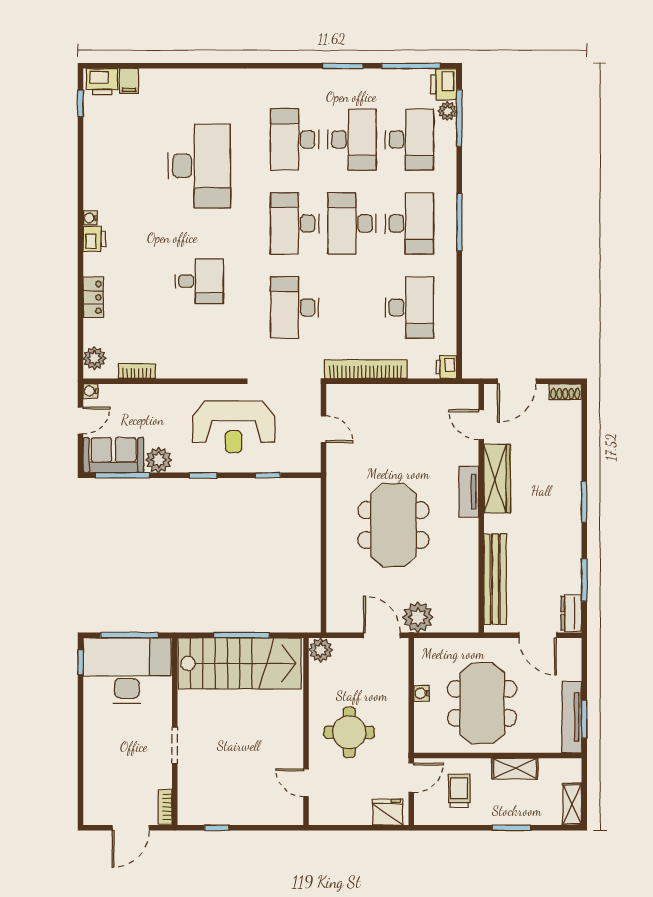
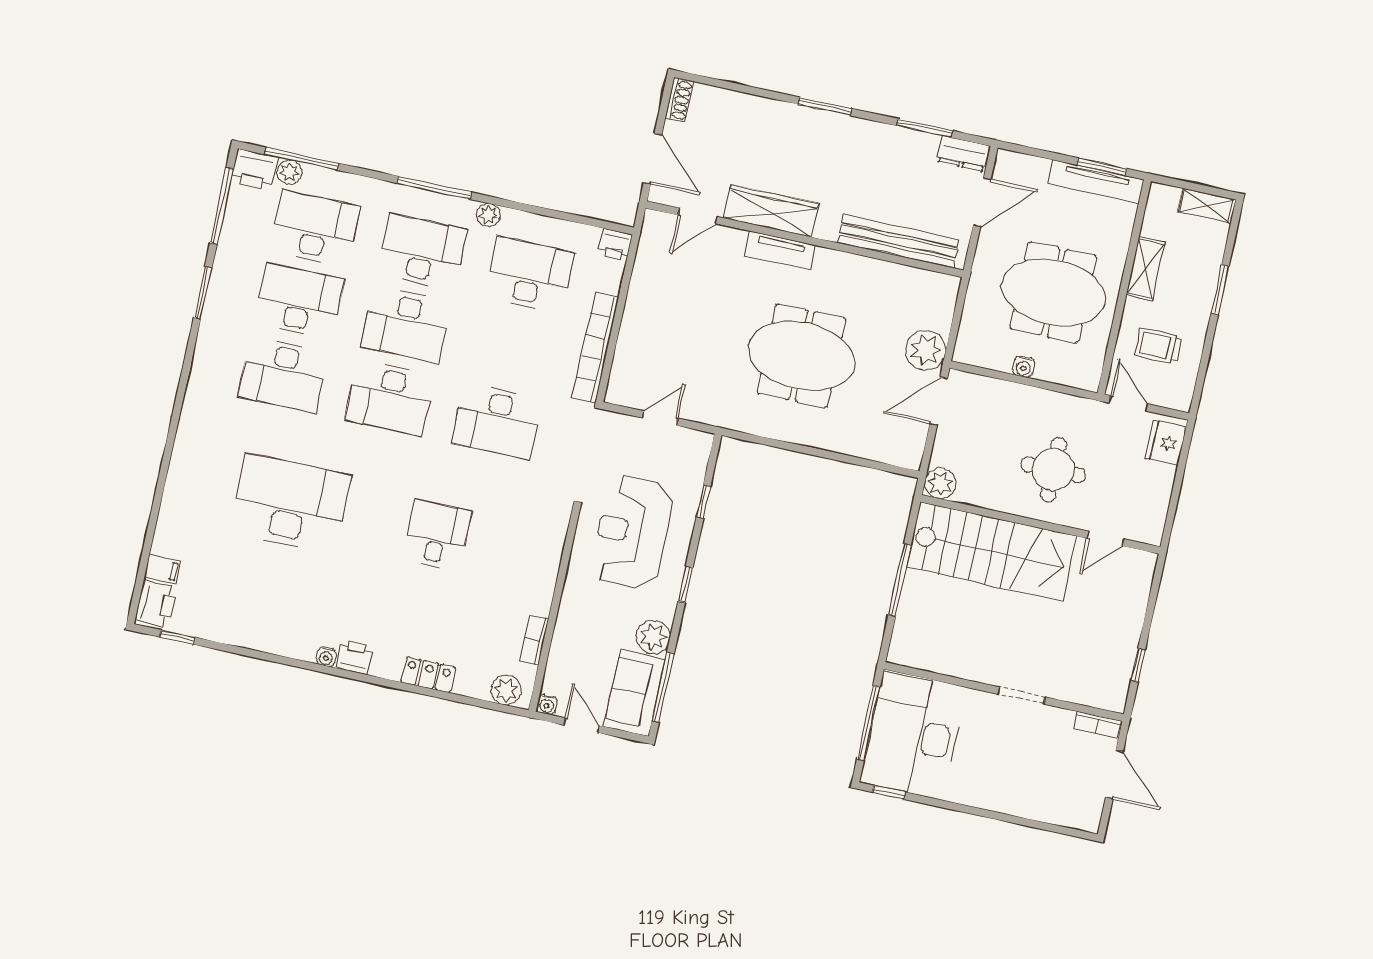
plant: (448, 267) -> (488, 215), added
reception desk: (234, 427) -> (632, 532), turned 180
stairs: (240, 663) -> (991, 551), moved, turned 90

